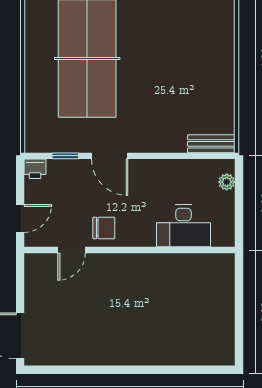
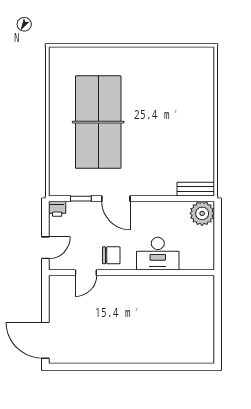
plant: (227, 182) -> (202, 213), width x1.87, depth x1.87
desk: (183, 226) -> (158, 254), moved

